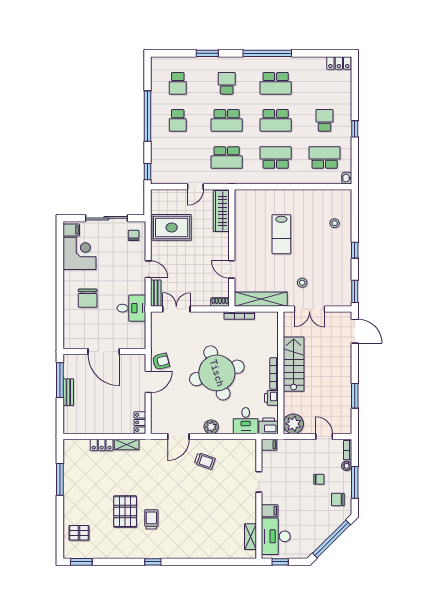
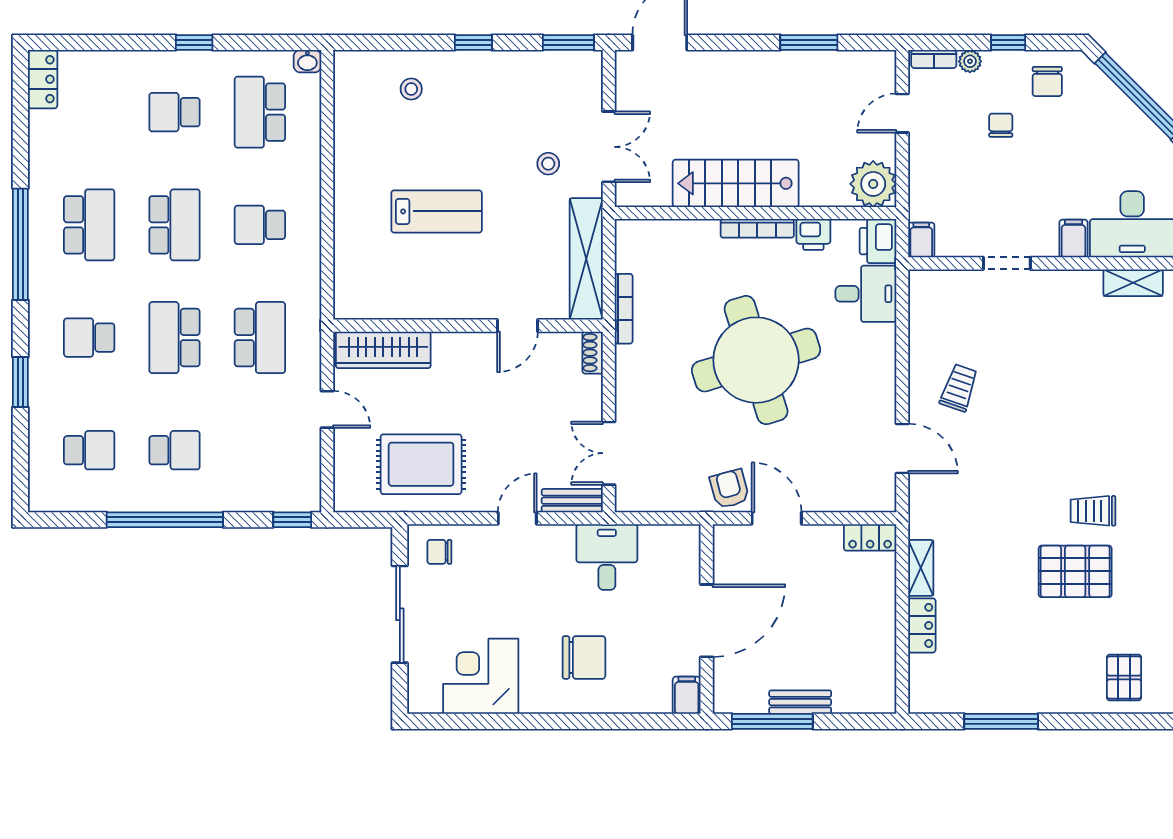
school desk: (227, 120) -> (175, 338), turned 180
school desk: (276, 157) -> (260, 225), width x0.54
rug: (172, 227) -> (421, 464), turned 90
filing cabinet: (71, 230) -> (687, 695), moved
plant: (211, 427) -> (880, 373), removed
window: (355, 482) -> (1008, 43), width x0.46

